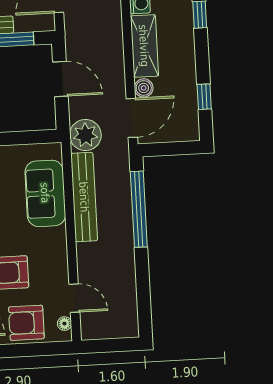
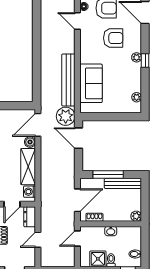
door: (60, 79) -> (79, 138), moved
window: (139, 209) -> (37, 71), removed

